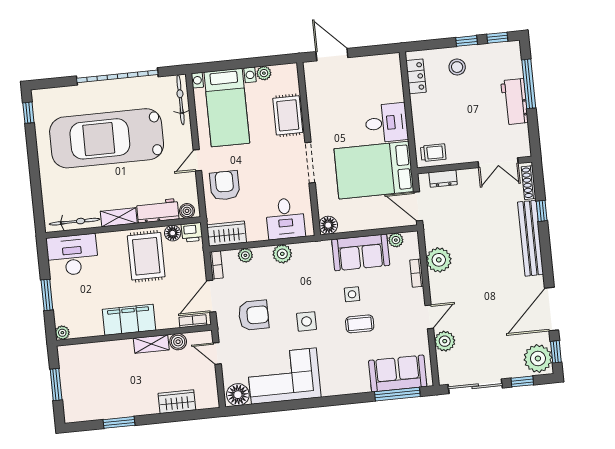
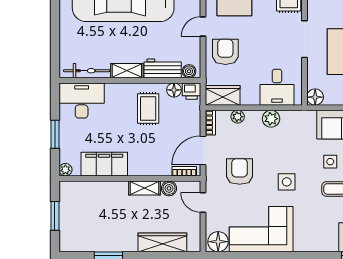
rug: (146, 256) -> (148, 108), width x0.73, depth x0.70
armchair: (254, 315) -> (240, 171), turned -90
filing cabinet: (129, 320) -> (104, 164), moved
wardrobe: (177, 402) -> (162, 242), width x1.50

